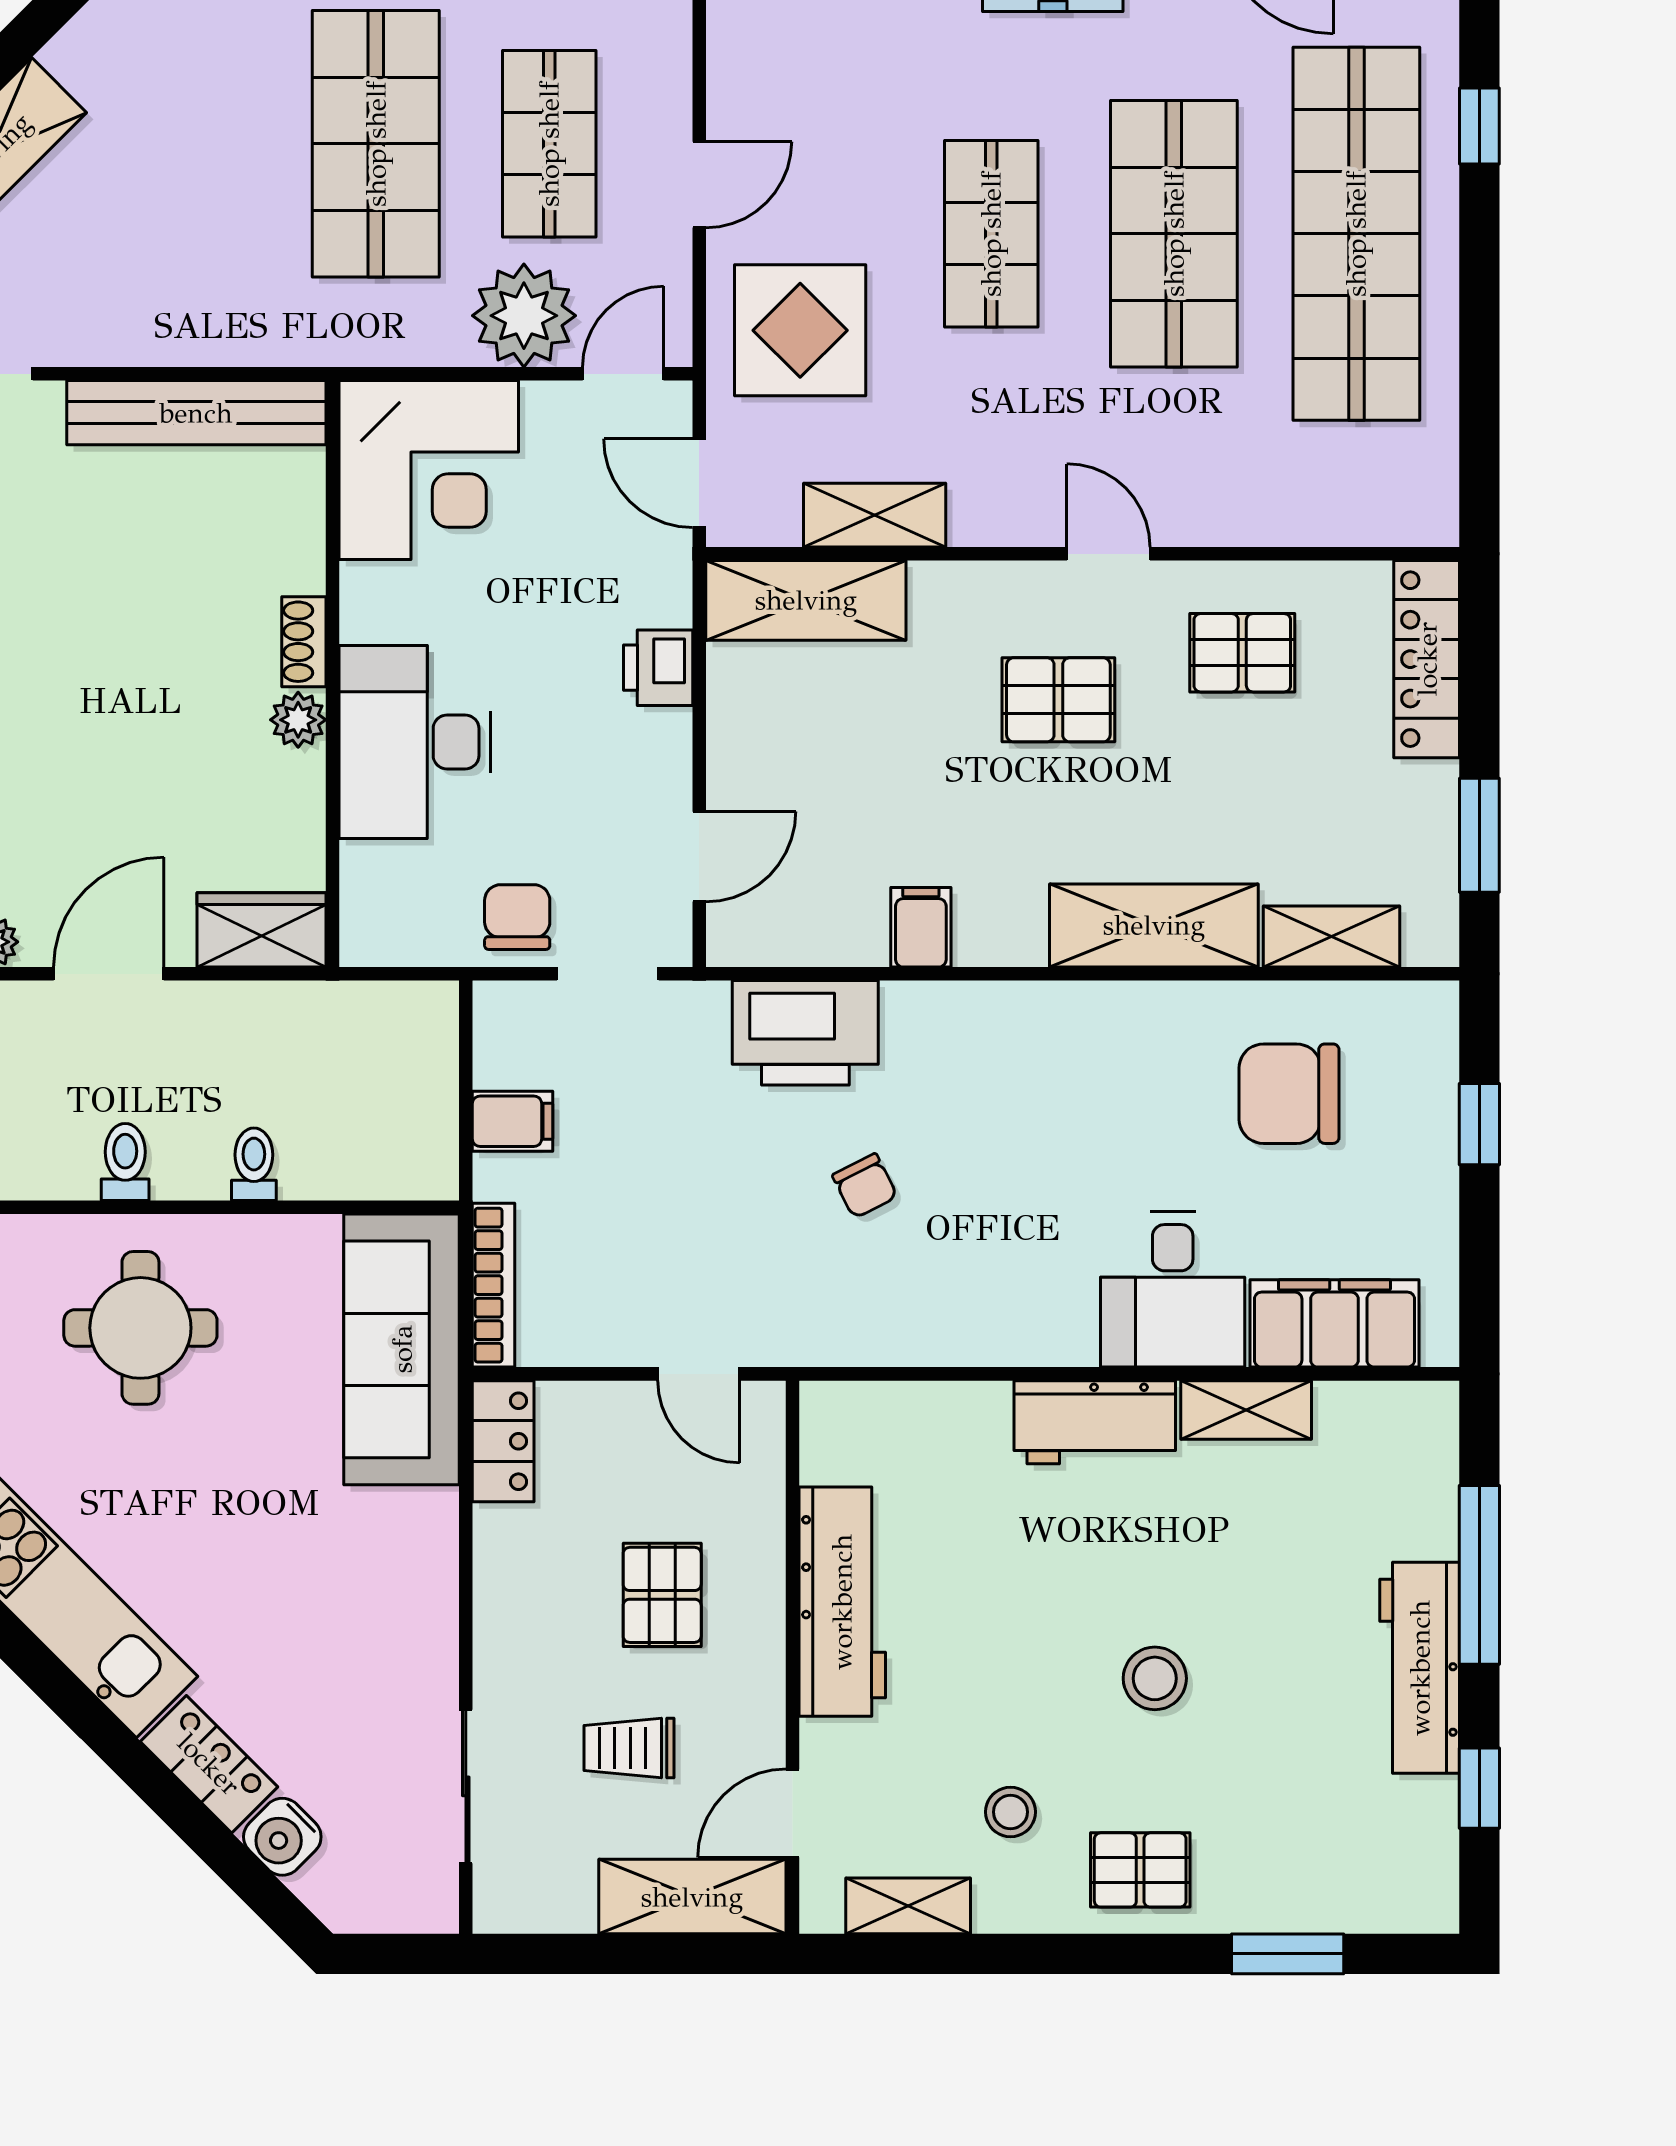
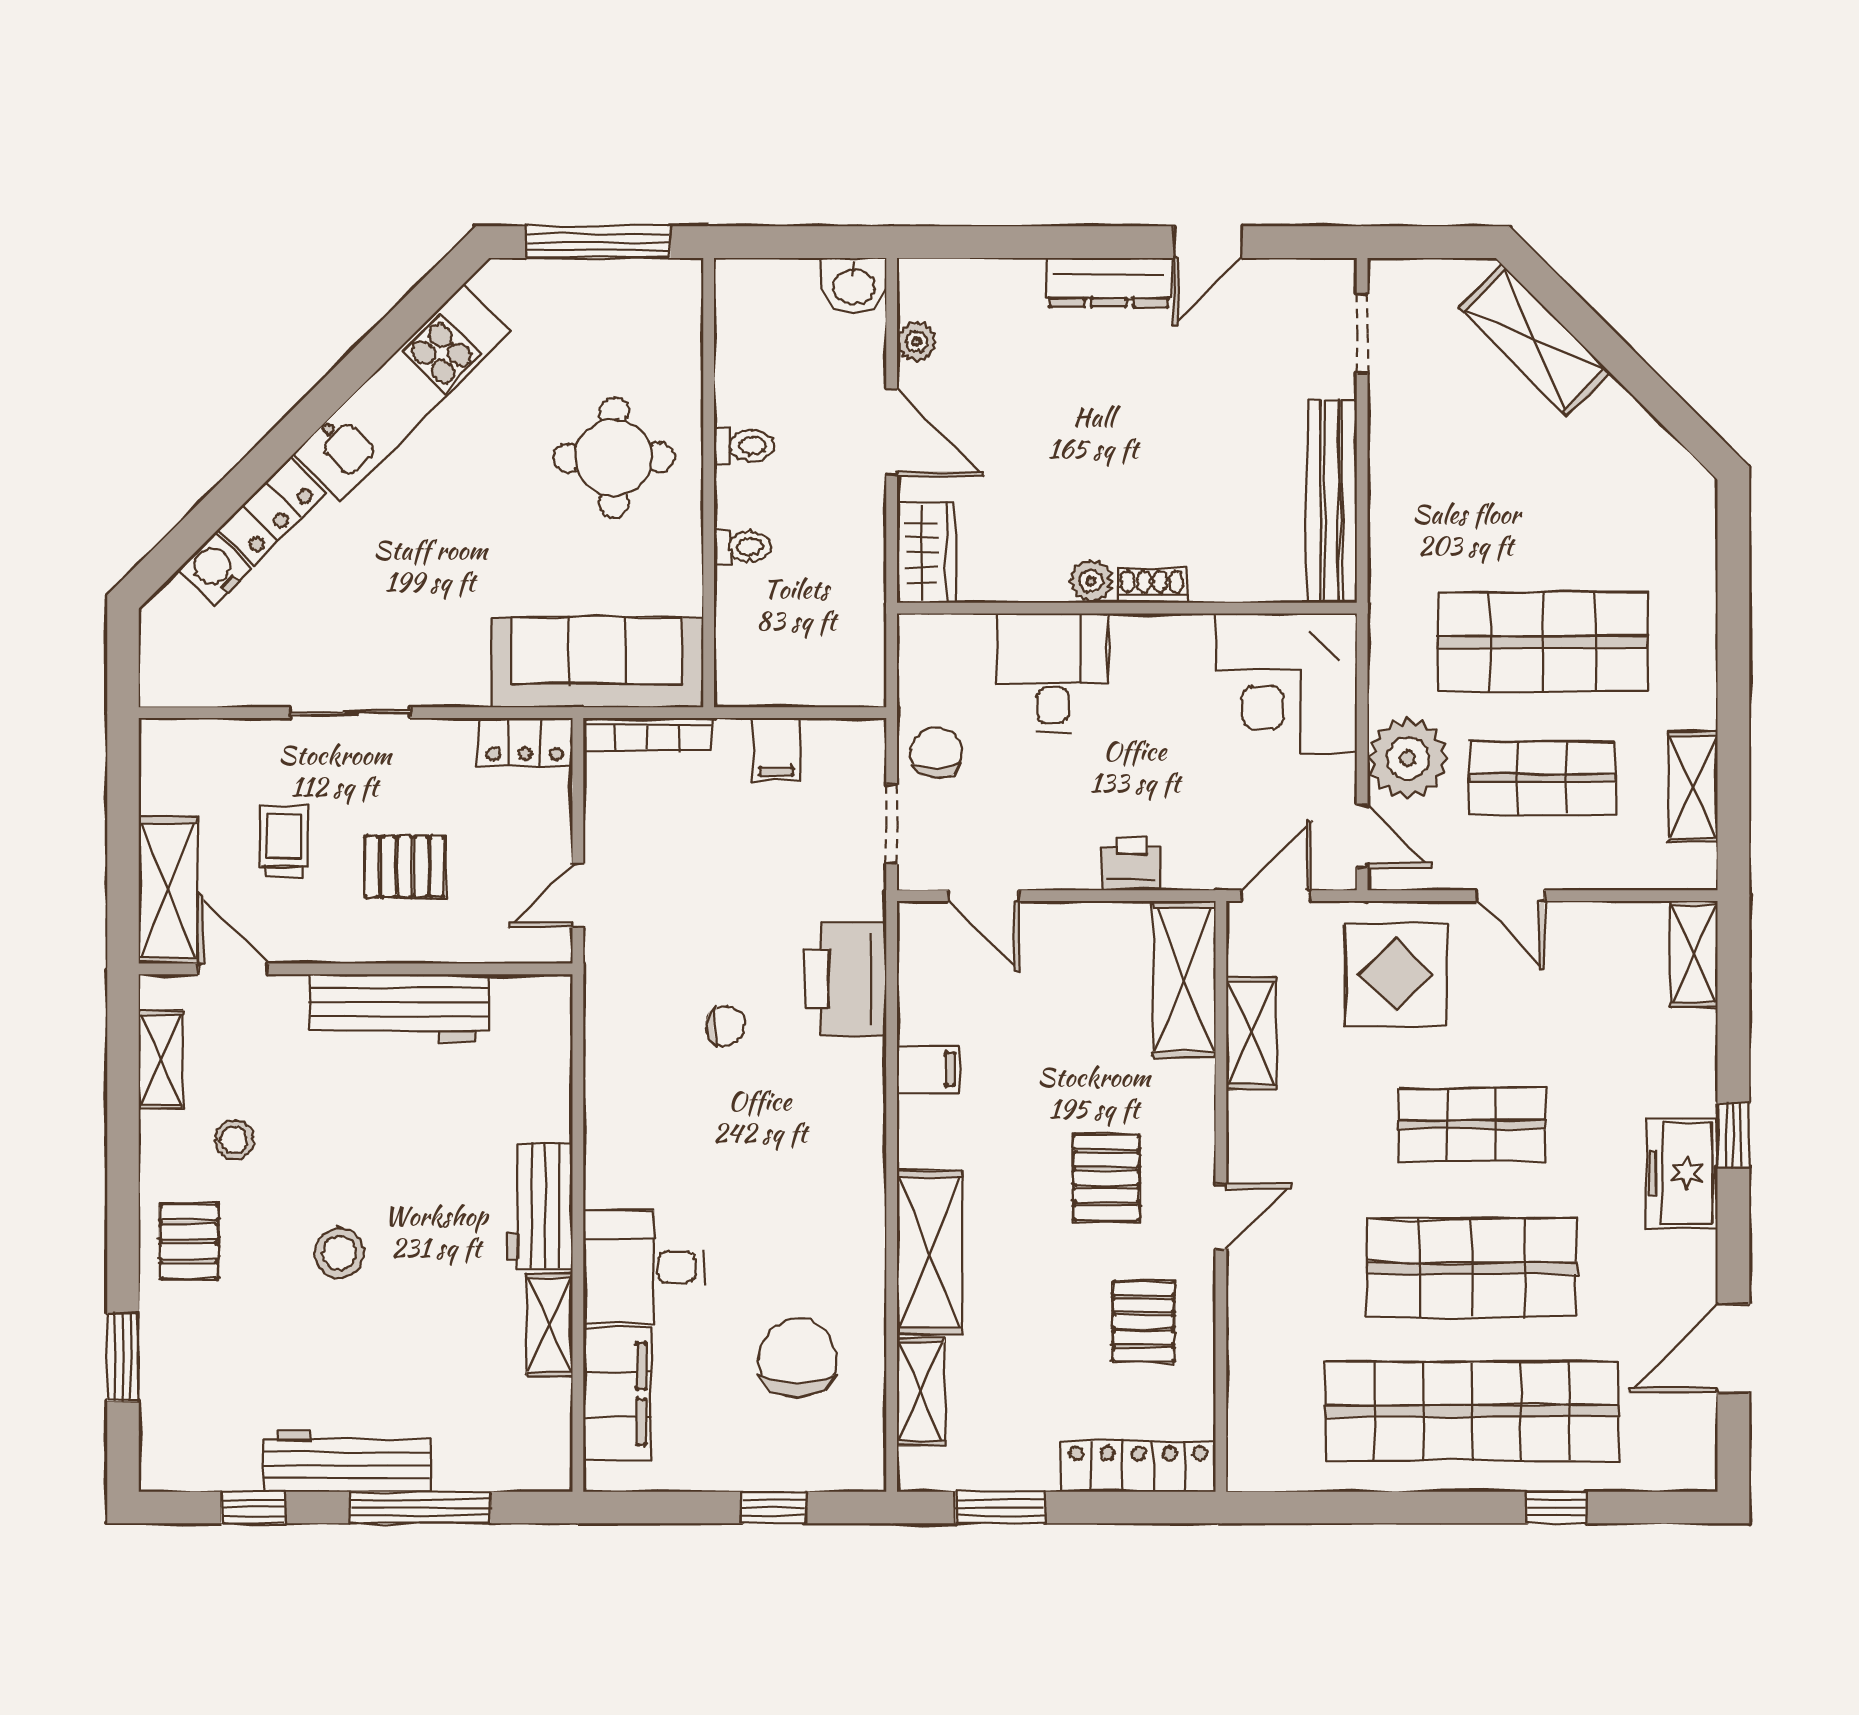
desk: (415, 742) -> (1053, 673), width x0.73
chair: (517, 917) -> (936, 753), turned -90
chair: (865, 1186) -> (725, 1026), turned -153
sliding door: (466, 1786) -> (350, 713), moved

